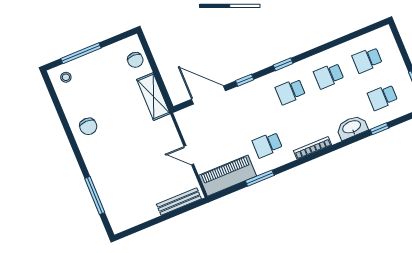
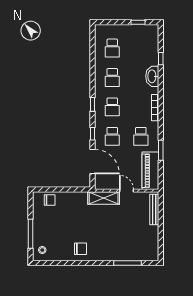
door: (208, 95) -> (92, 161), swing flipped
shelving: (153, 97) -> (104, 198), moved
school desk: (383, 97) -> (112, 136), moved
door: (189, 155) -> (126, 191), swing flipped

